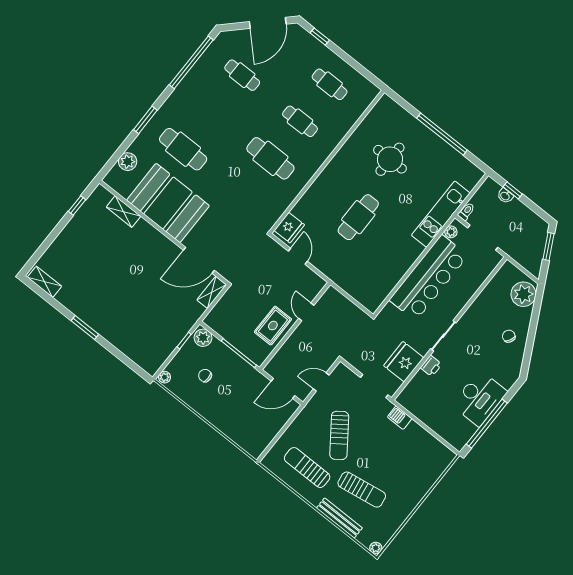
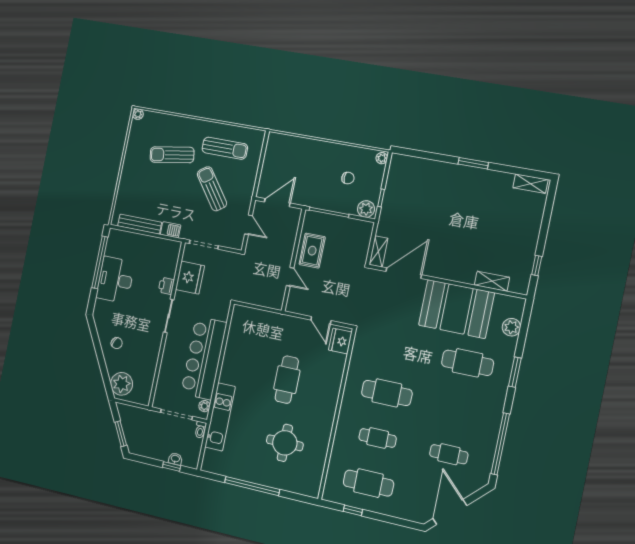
window: (320, 37) -> (353, 510), moved
cafe table: (330, 84) -> (368, 483), width x1.37, depth x1.35
door: (321, 382) -> (248, 225), hinge flipped
bench: (339, 518) -> (140, 224), moved

